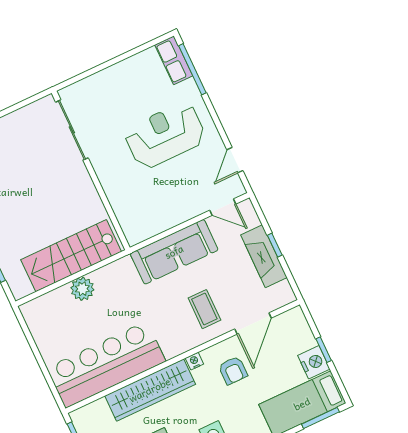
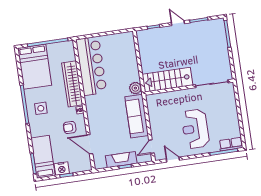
reception desk: (165, 135) -> (195, 129), turned 180
stairs: (71, 256) -> (167, 80), moved, turned -90
plant: (82, 289) -> (135, 88), moved
coffee table: (204, 309) -> (104, 123), removed

